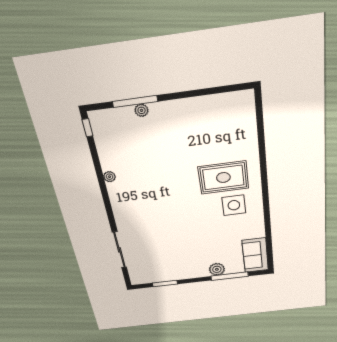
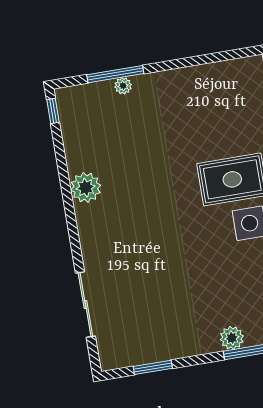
plant: (109, 177) -> (86, 188), width x1.87, depth x1.87

